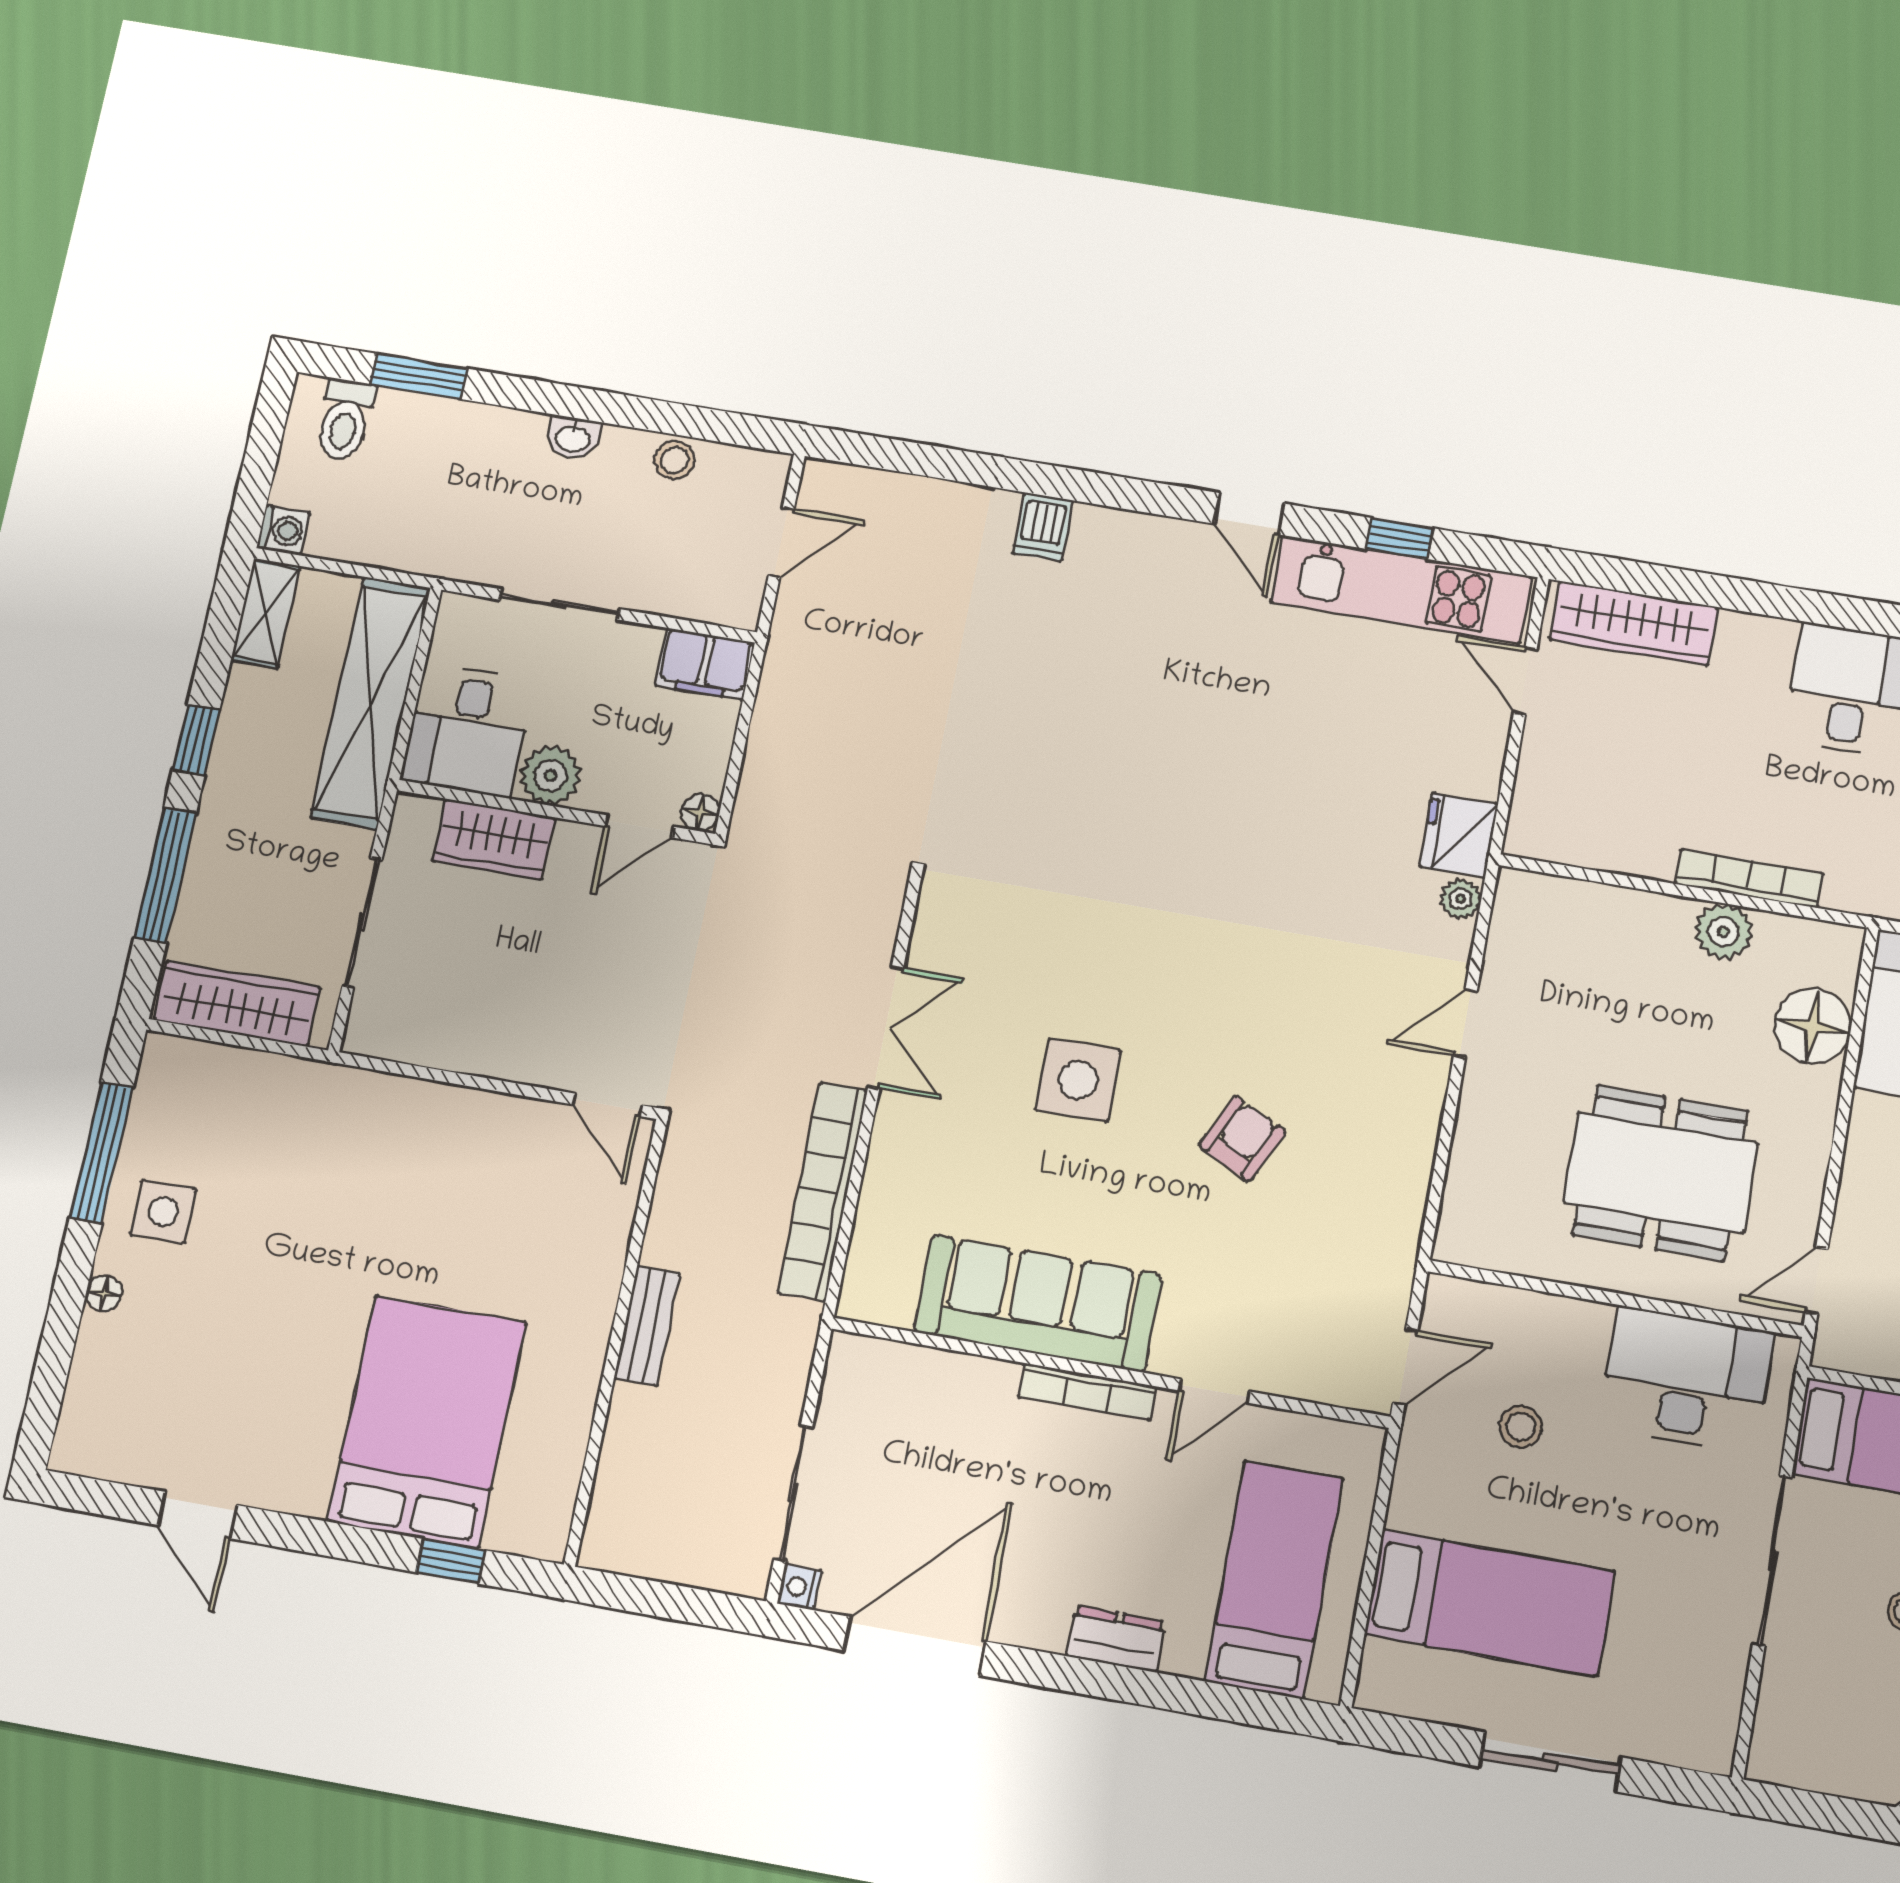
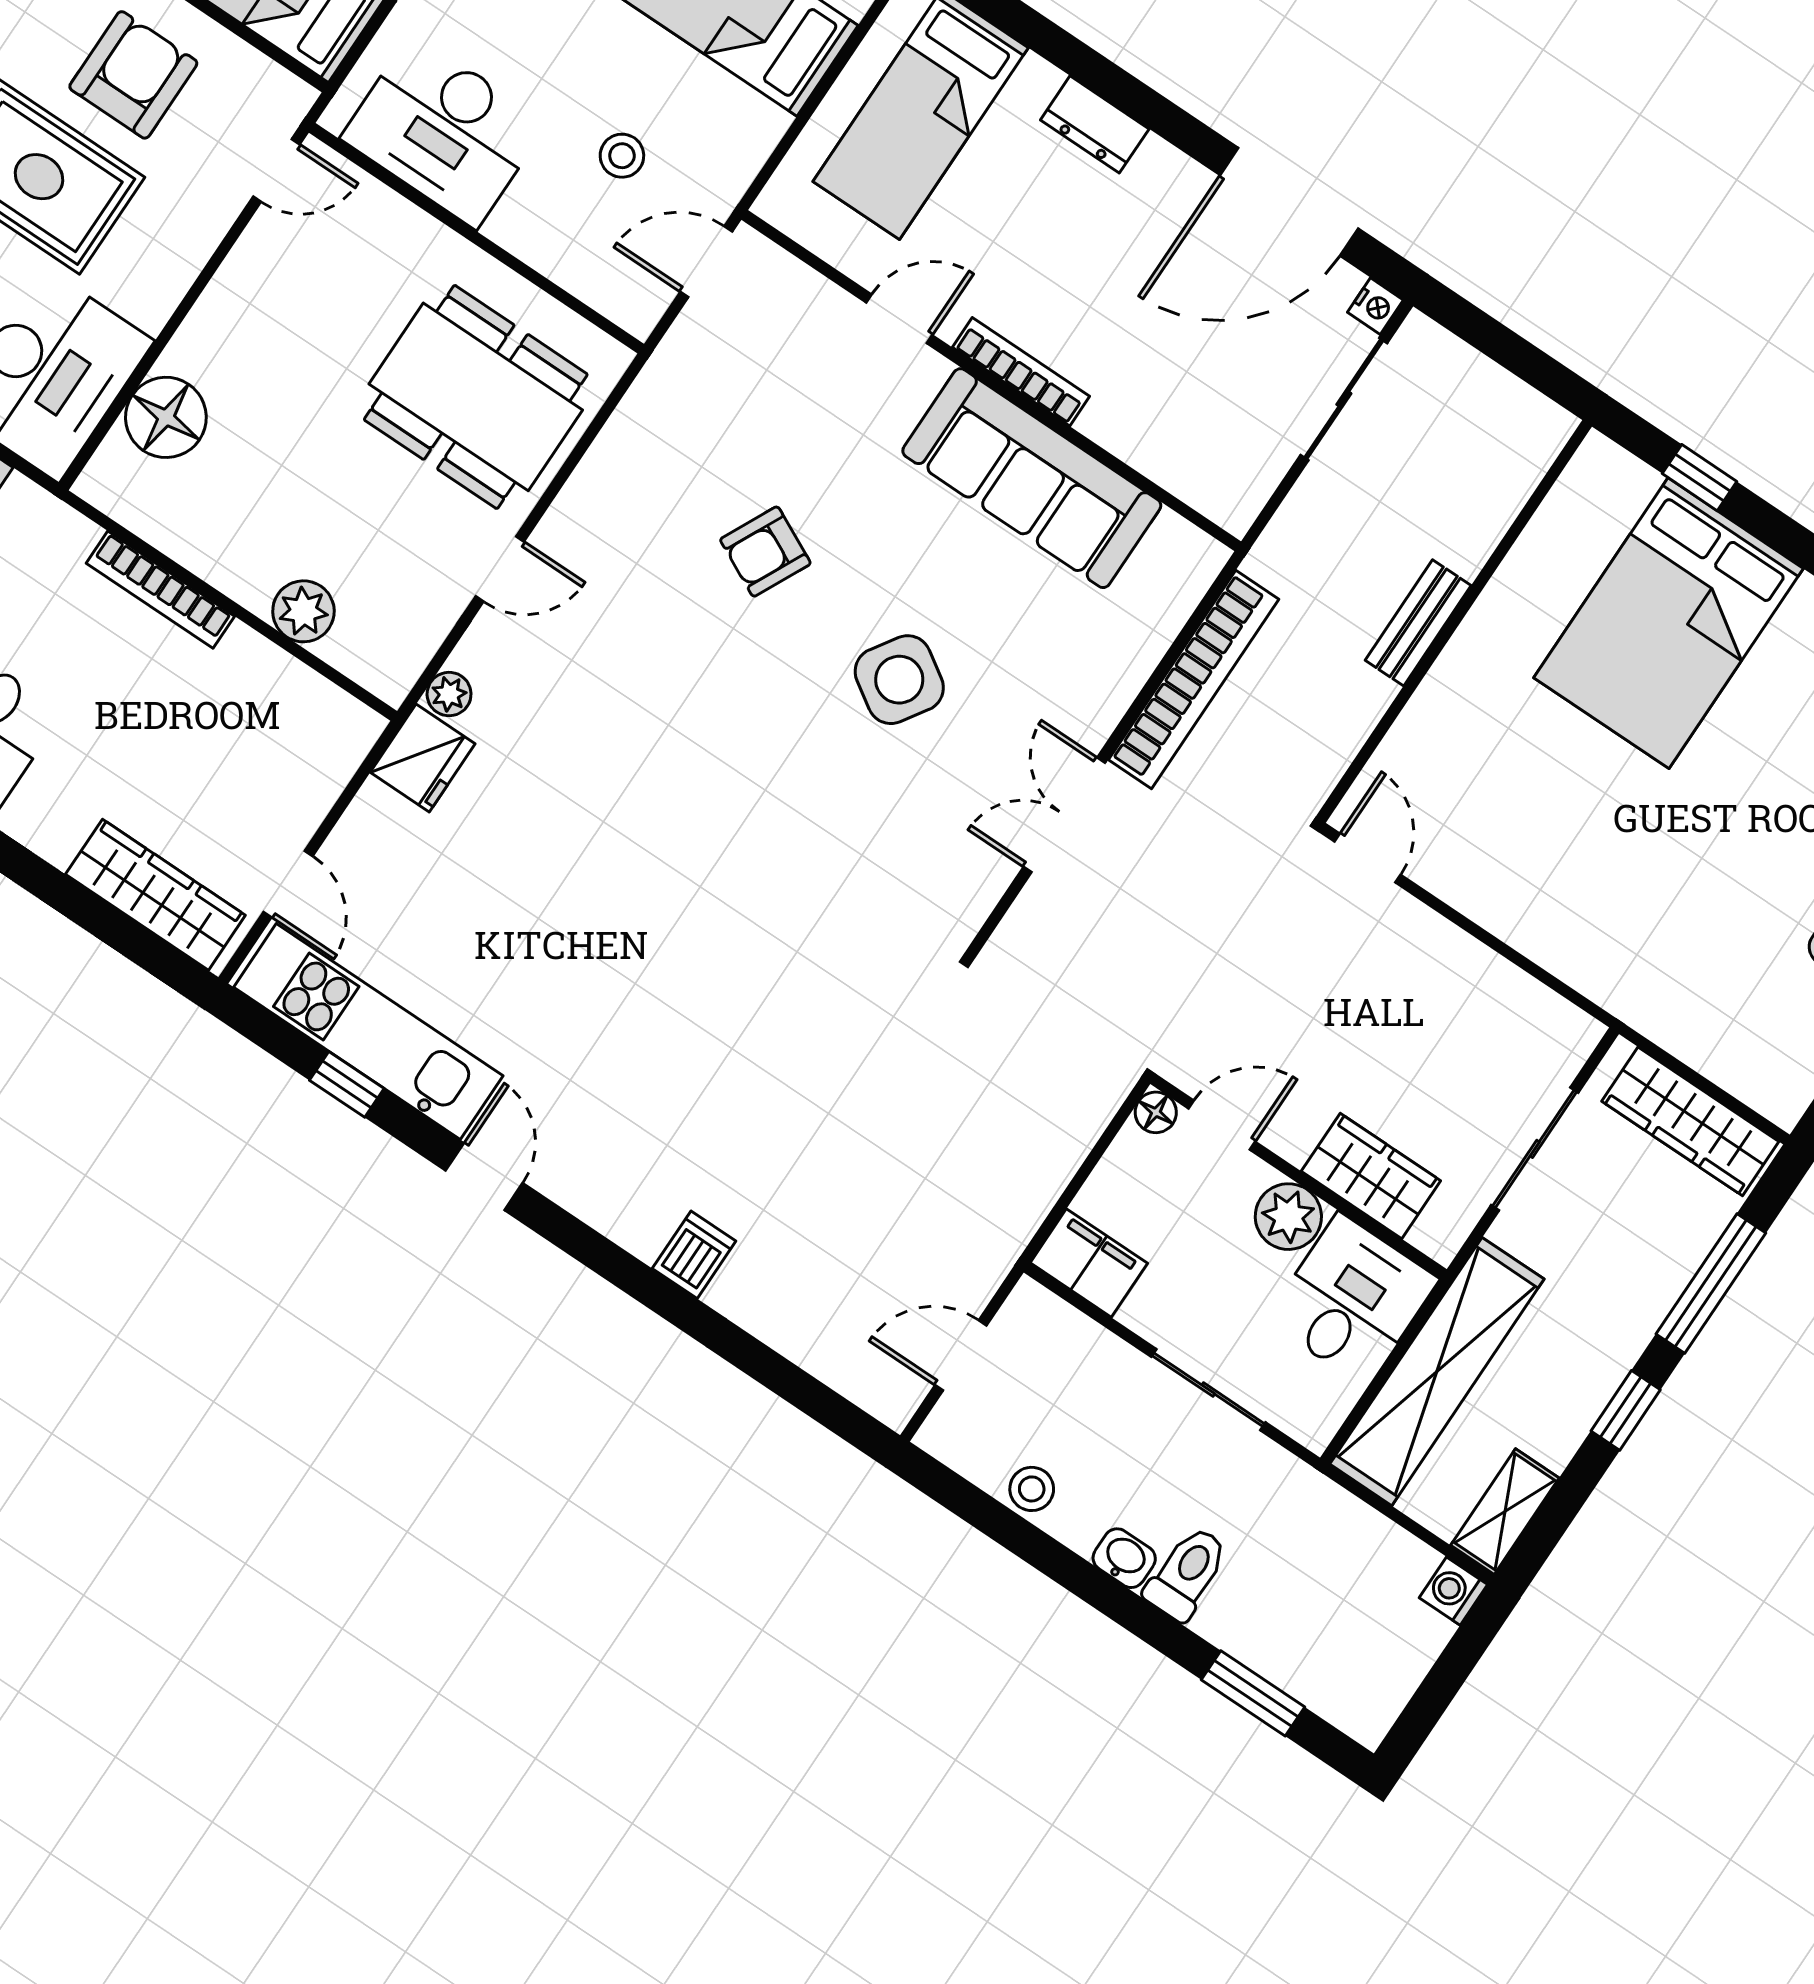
toilet: (345, 420) -> (1187, 1573), moved
plant: (1723, 932) -> (303, 611), moved
side table: (1078, 1080) -> (899, 680), turned 33
dining table: (1661, 1173) -> (476, 397), moved

